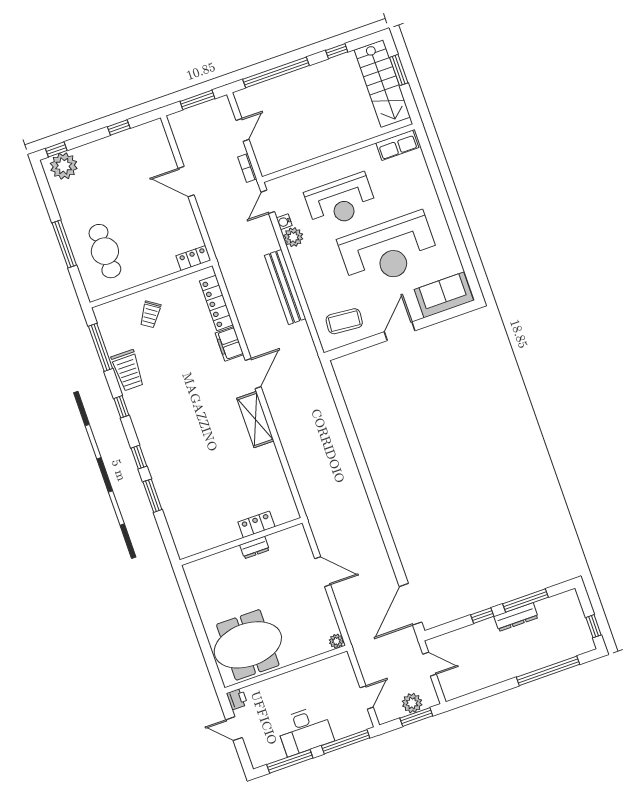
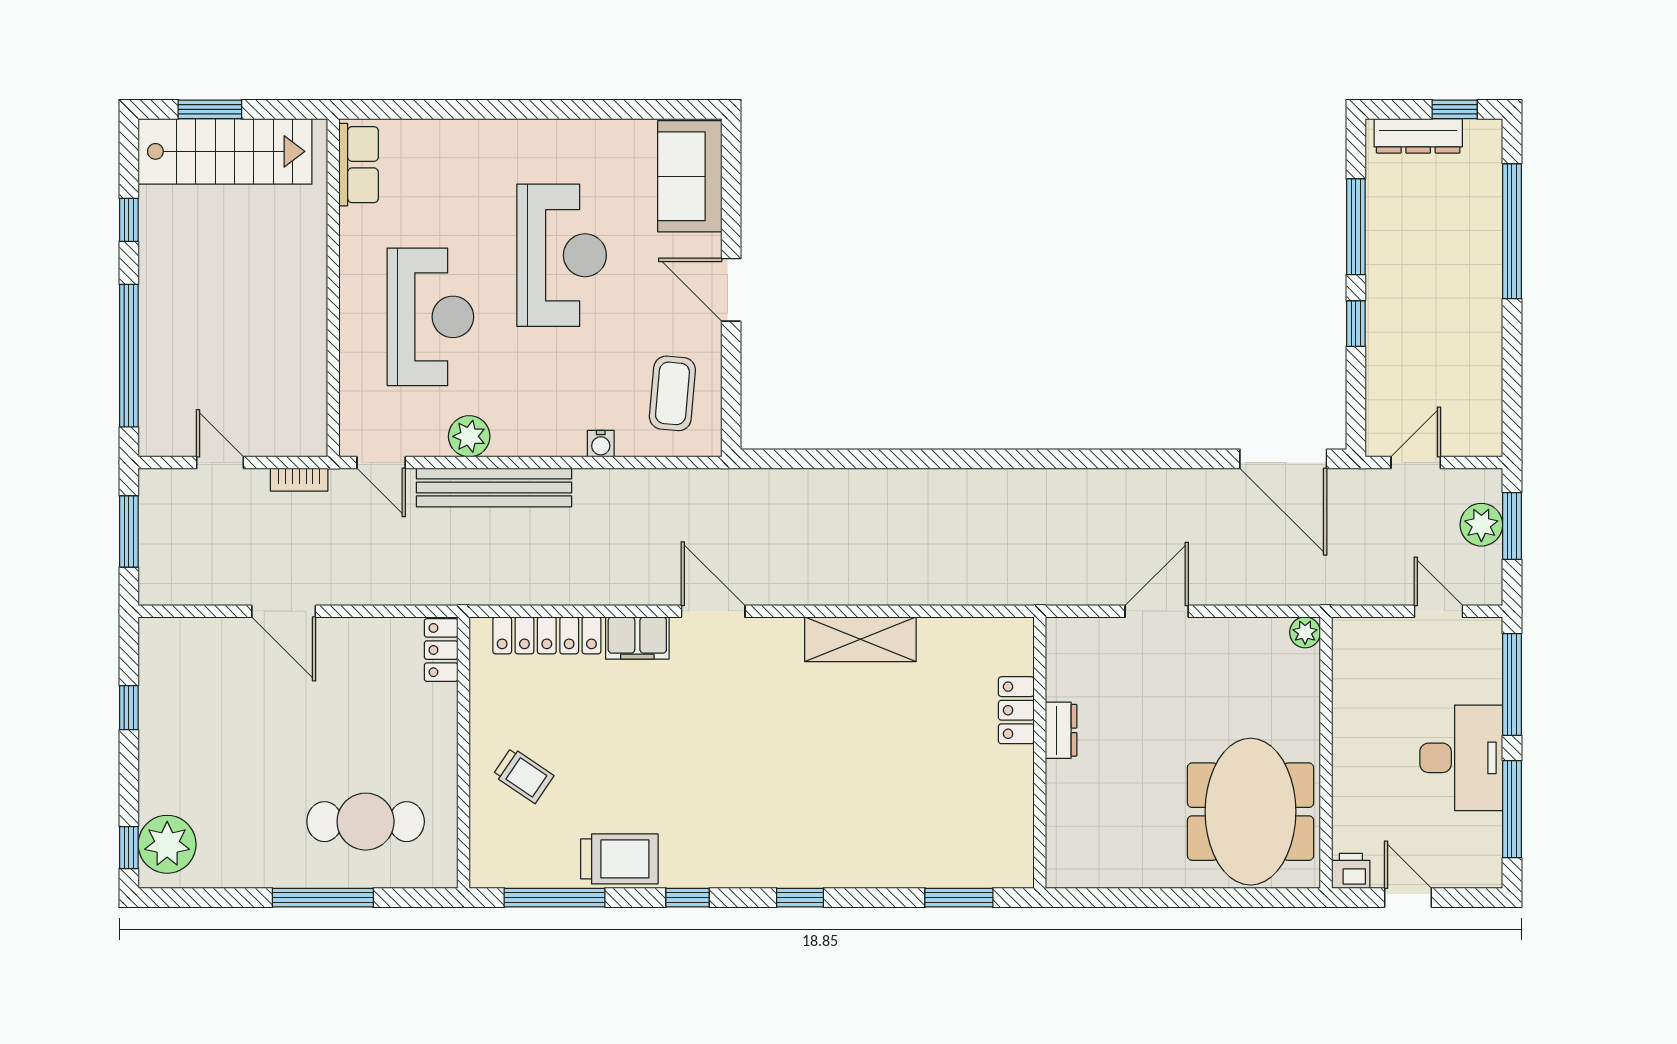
door: (186, 182) -> (284, 611), hinge flipped
water cooler: (284, 222) -> (601, 444), moved
reception desk: (389, 250) -> (562, 255), width x0.74, depth x0.77
bench: (285, 287) -> (494, 487), moved
shelving: (255, 419) -> (860, 639), moved
window: (152, 496) -> (959, 898), moved
dresser: (516, 617) -> (1418, 136), moved, turned 90
door: (234, 729) -> (1408, 898), swing flipped

